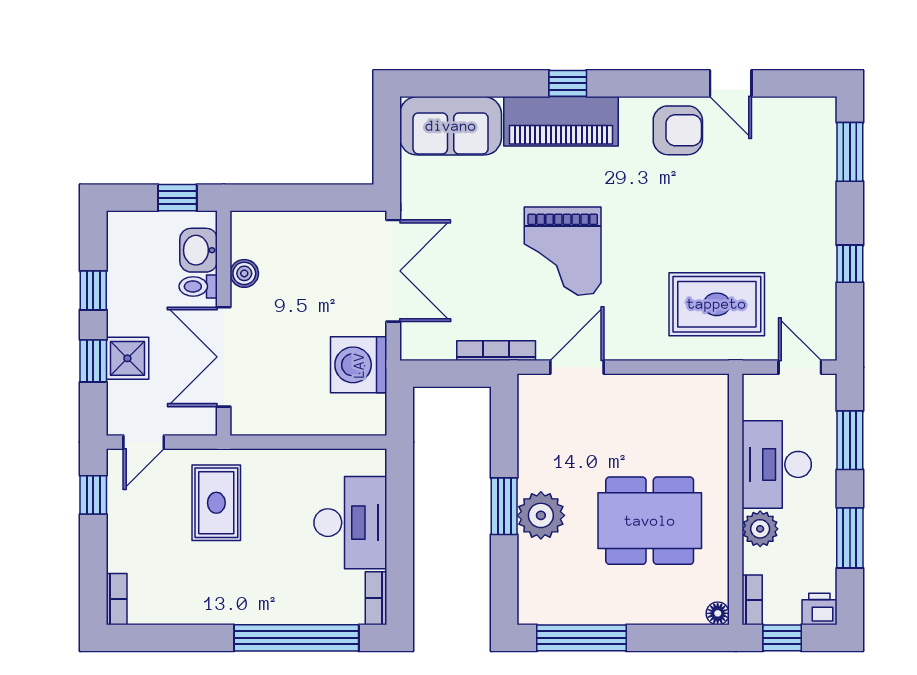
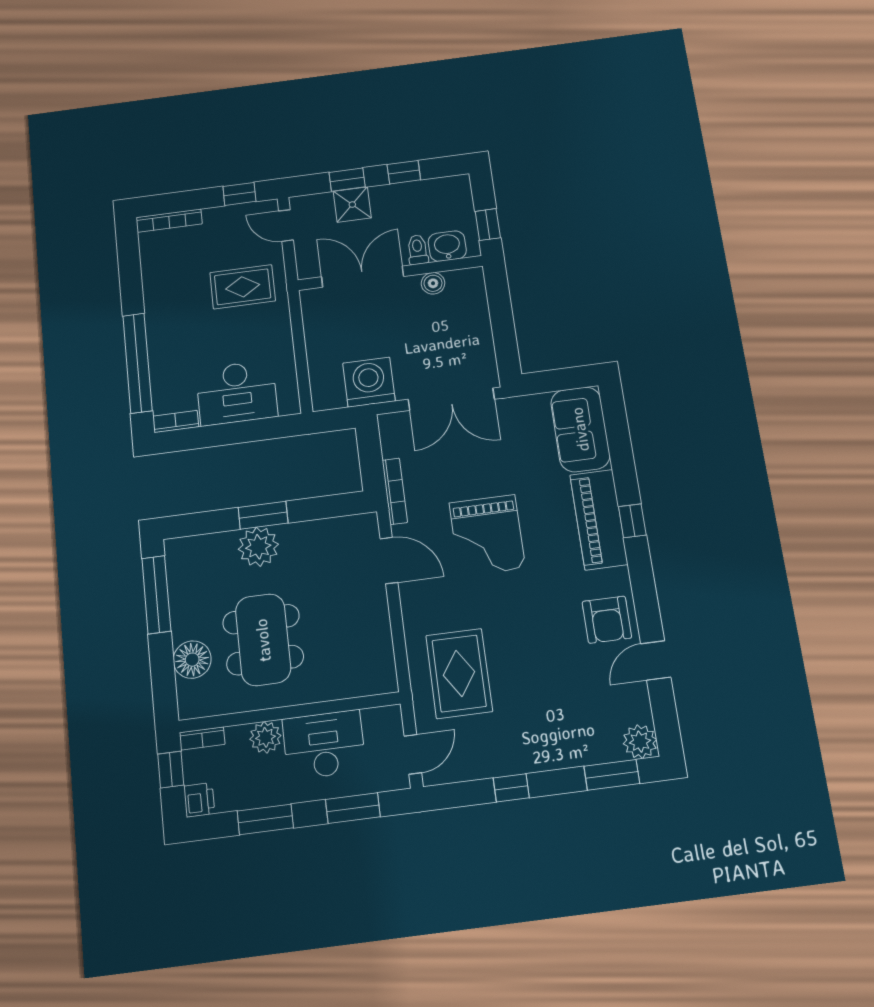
plant: (818, 115) -> (640, 742), added
grand piano: (563, 251) -> (487, 535), turned -90
bookcase: (117, 599) -> (169, 221), width x1.56
floor lamp: (718, 613) -> (192, 660), moved, width x1.89, depth x1.89

